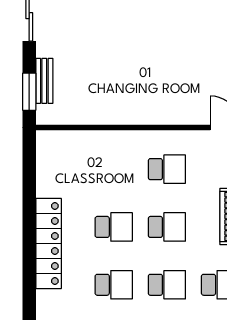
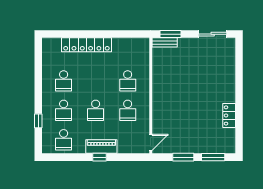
bench: (44, 81) -> (165, 42), moved
school desk: (114, 227) -> (128, 81), moved

